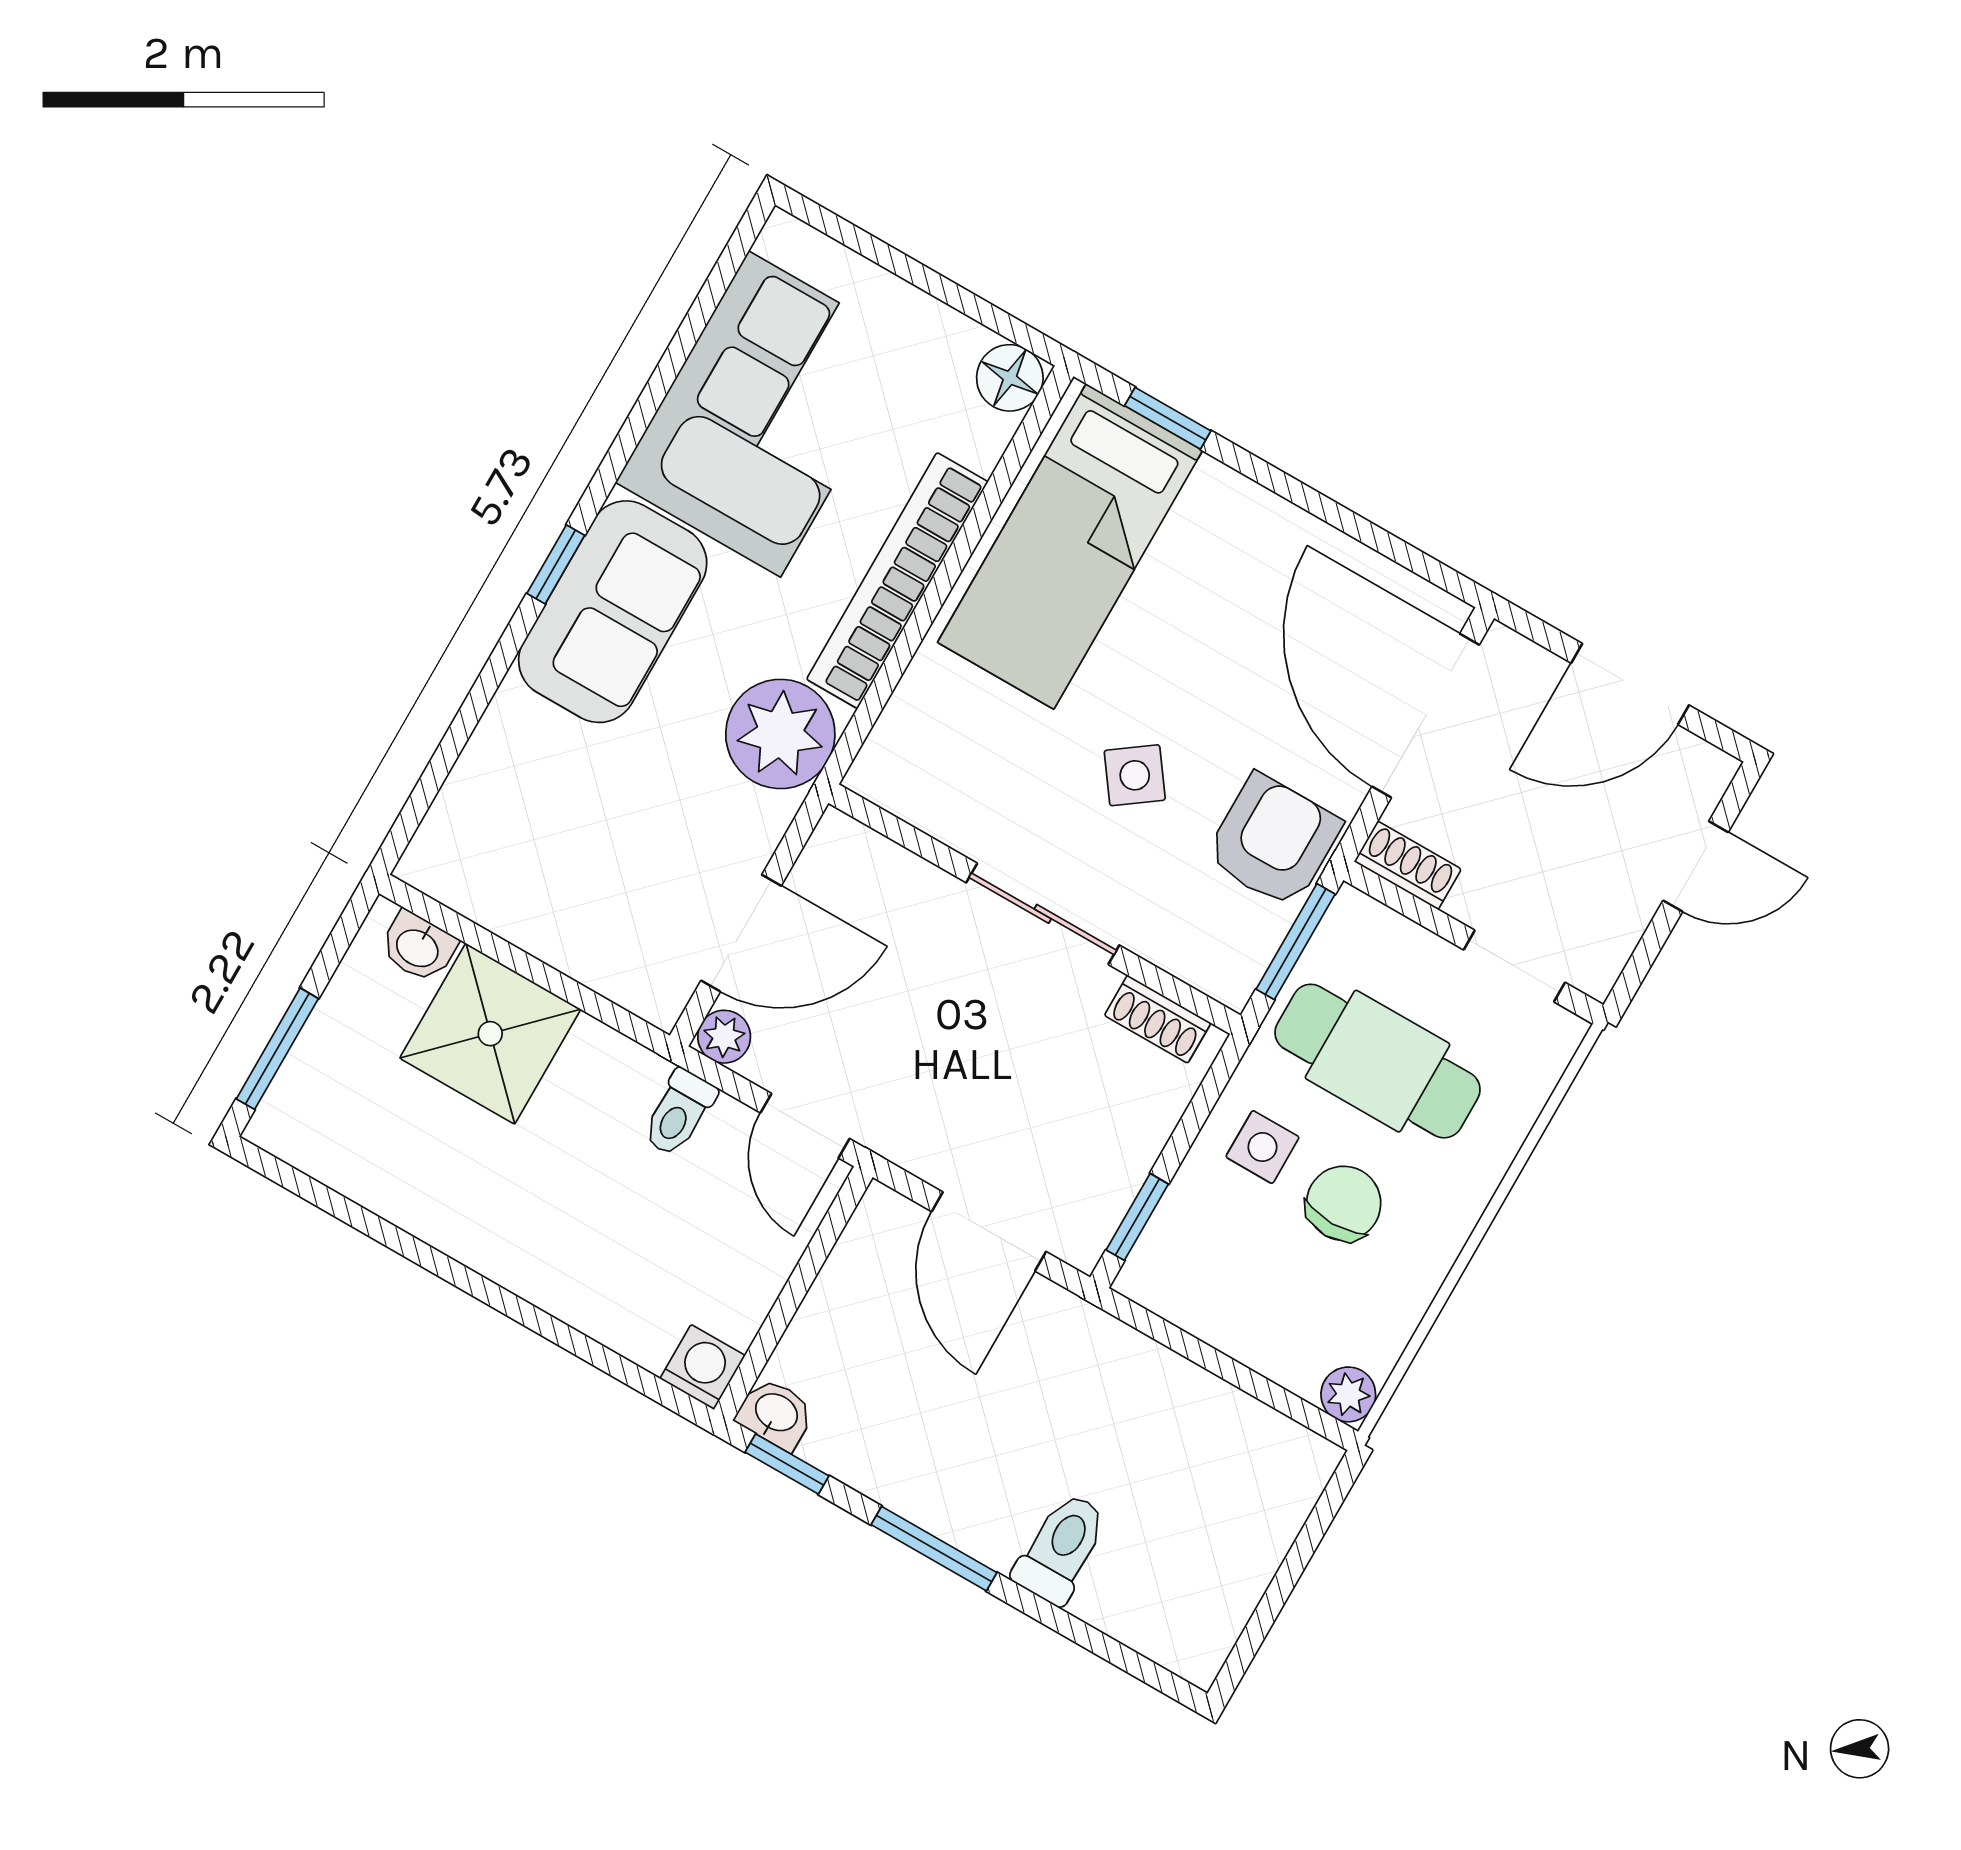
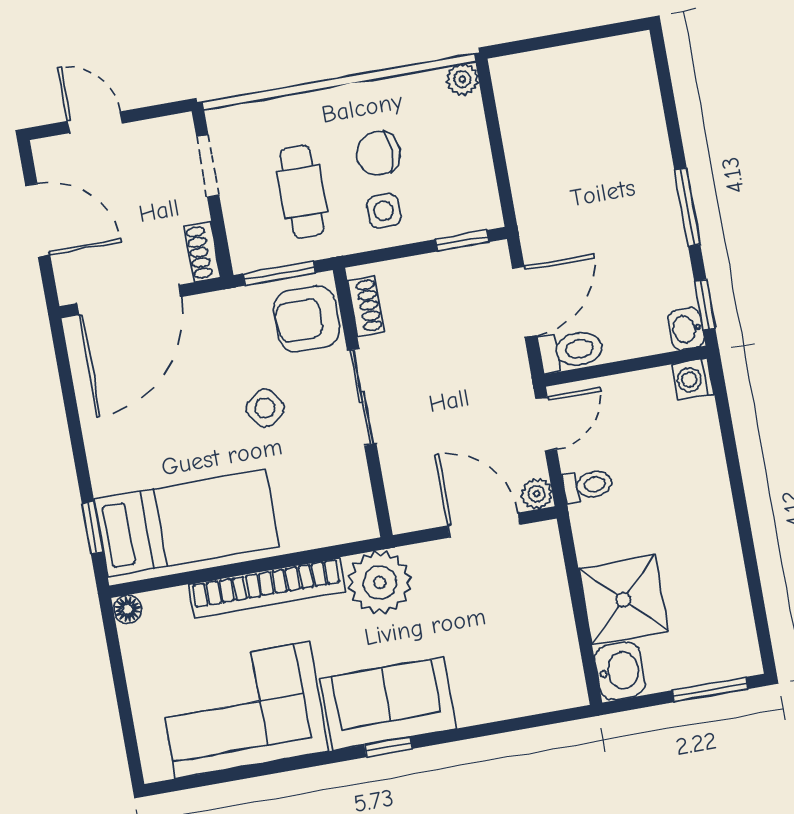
floor lamp: (1010, 378) -> (128, 609), width x0.73, depth x0.73
armchair: (1273, 841) -> (307, 319), moved
washbasin: (418, 947) -> (620, 671), width x1.38, depth x1.45
cafe table: (1377, 1061) -> (302, 192), width x0.73, depth x0.74
toilet: (1061, 1548) -> (571, 350), moved, turned 180

